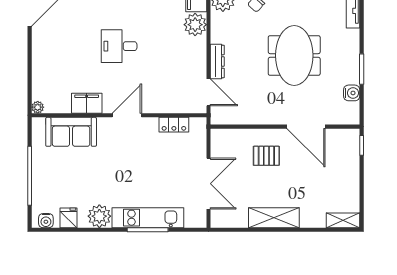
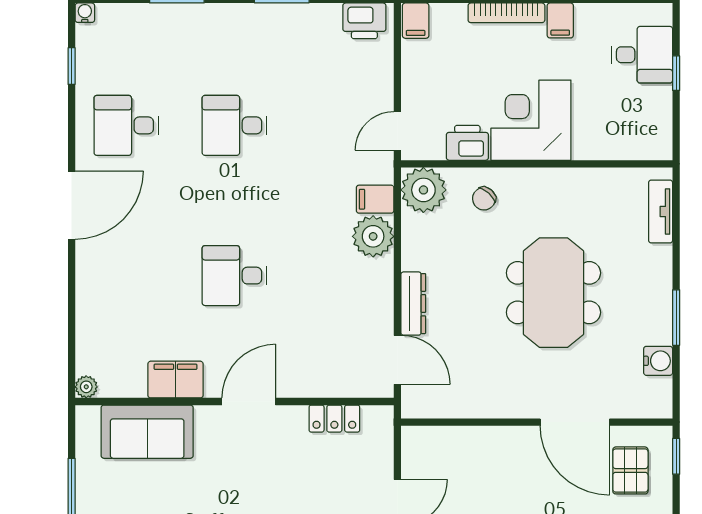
pallet: (266, 156) -> (630, 470), moved, turned 90

